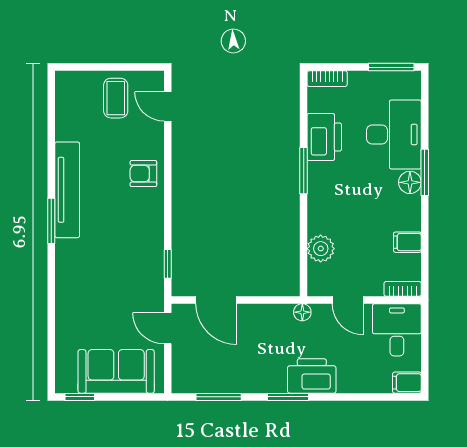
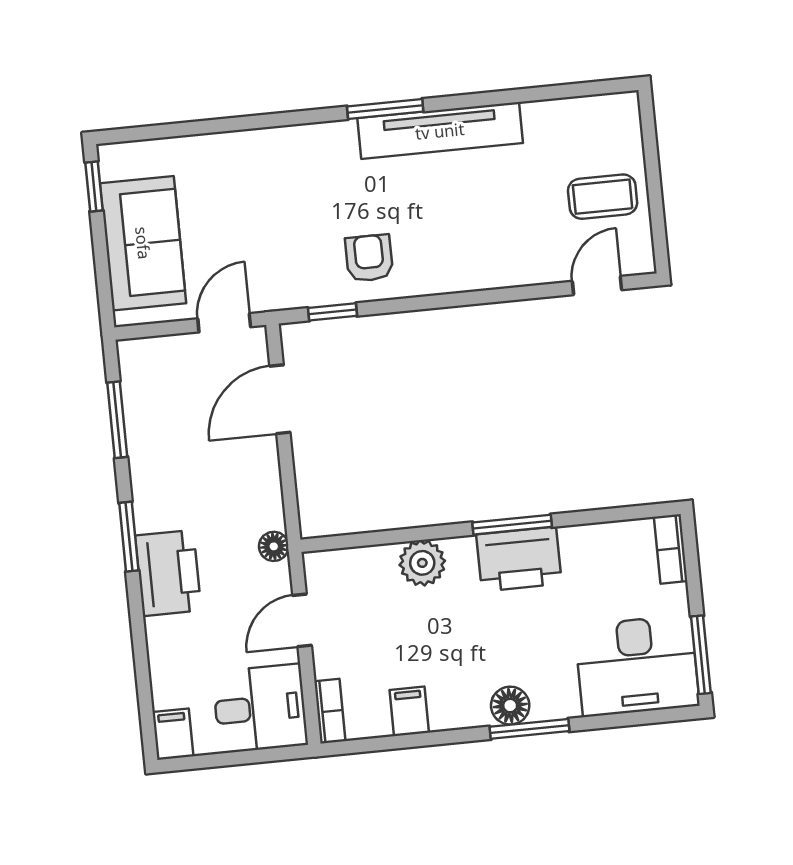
desk: (394, 134) -> (637, 666), moved
printer: (324, 137) -> (519, 559), moved
armchair: (143, 174) -> (369, 258), moved
plant: (321, 249) -> (422, 563), moved

